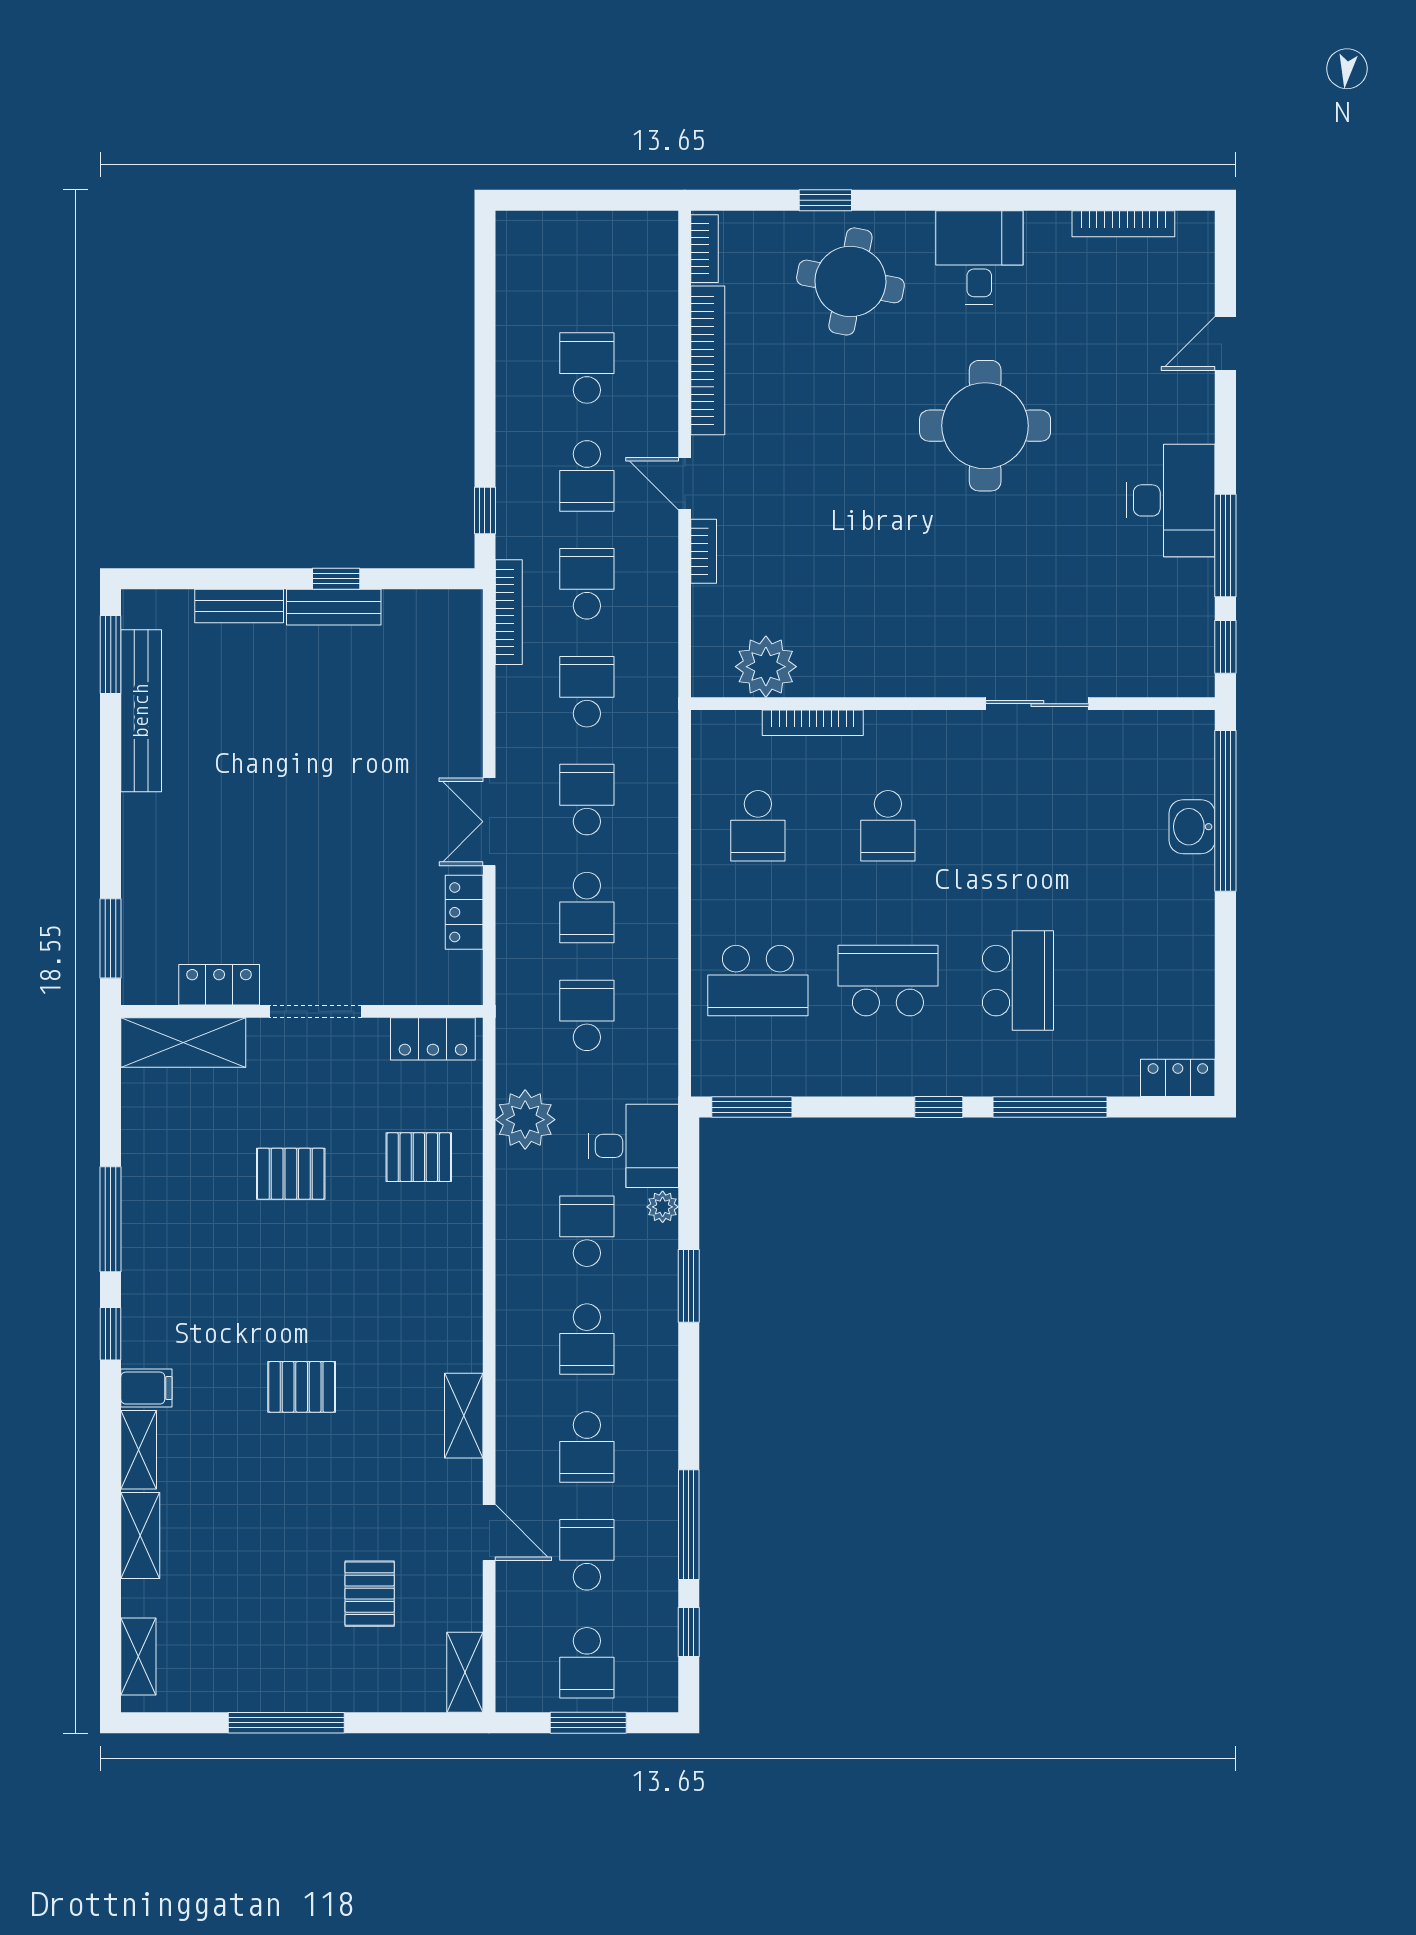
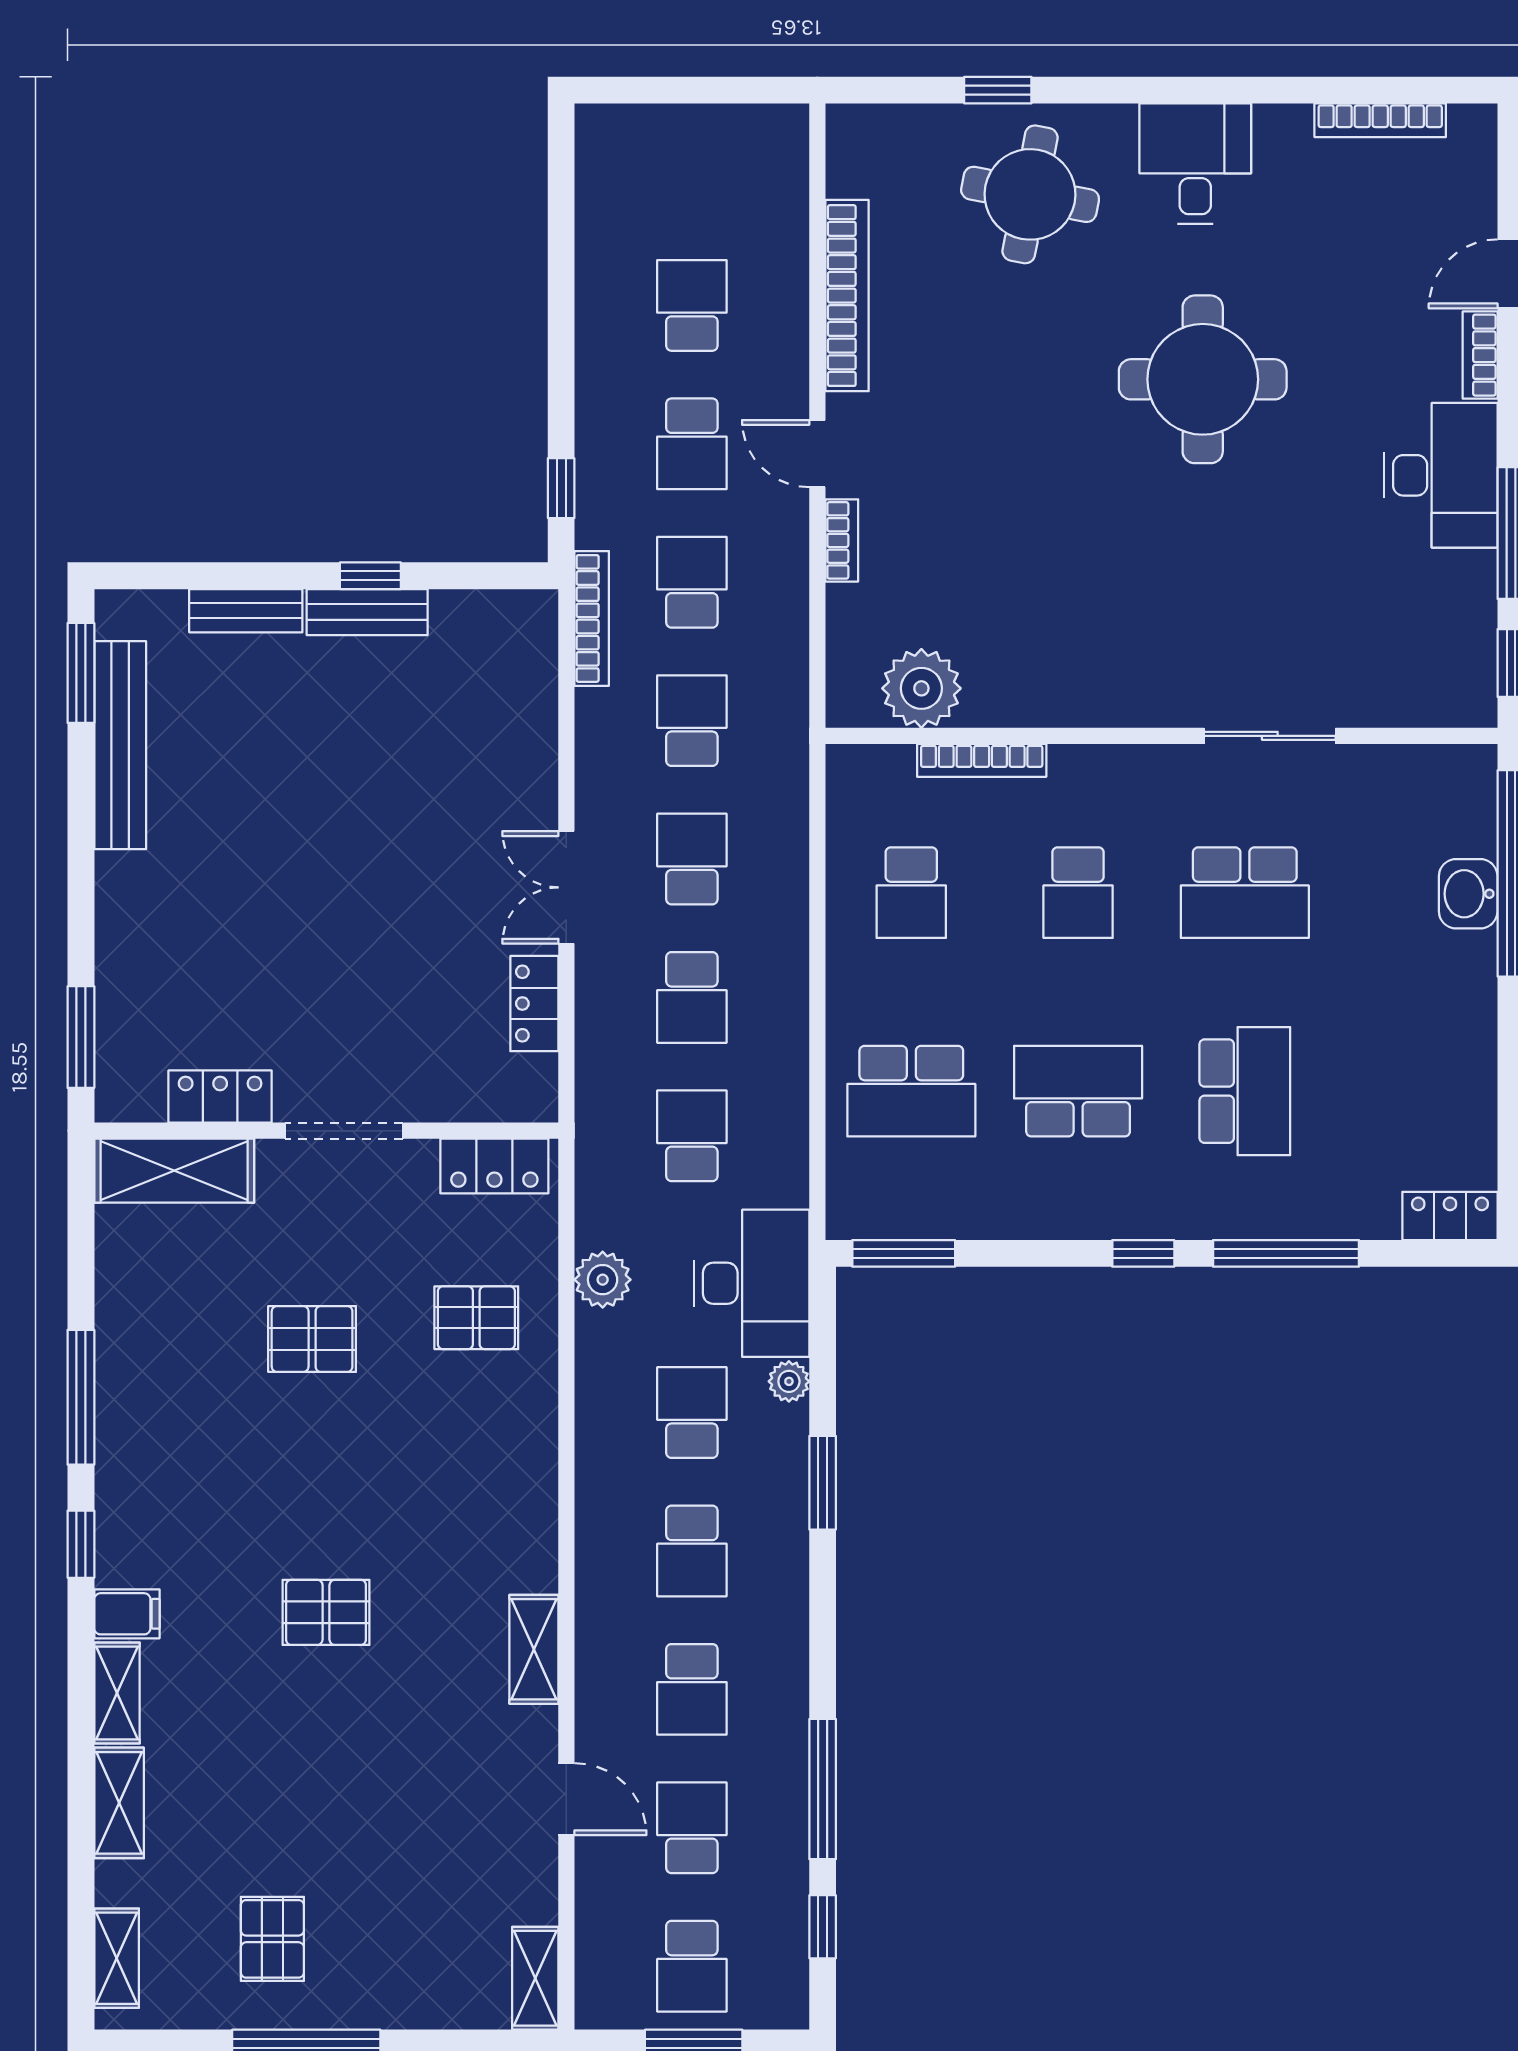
bookcase: (704, 249) -> (1480, 355), moved, turned 180
school desk: (1018, 826) -> (1245, 893), added
plant: (525, 1120) -> (603, 1280), width x0.73, depth x0.73
desk: (633, 1146) -> (751, 1283), width x1.37
pallet: (370, 1594) -> (272, 1939), moved

